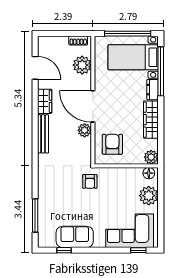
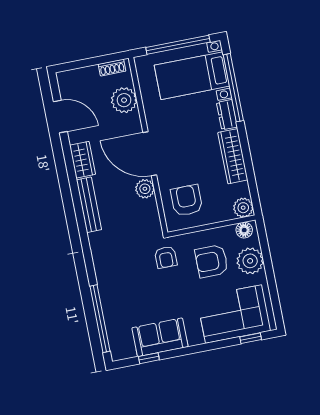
armchair: (122, 191) -> (212, 261), added
window: (35, 216) -> (100, 319), width x1.46

